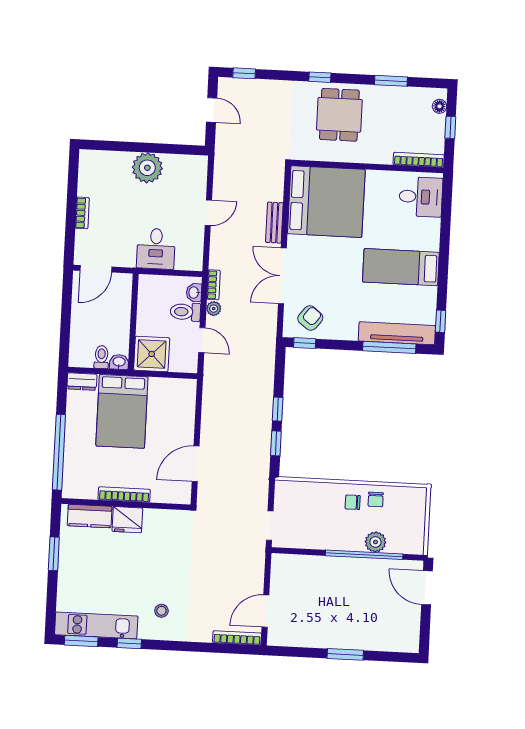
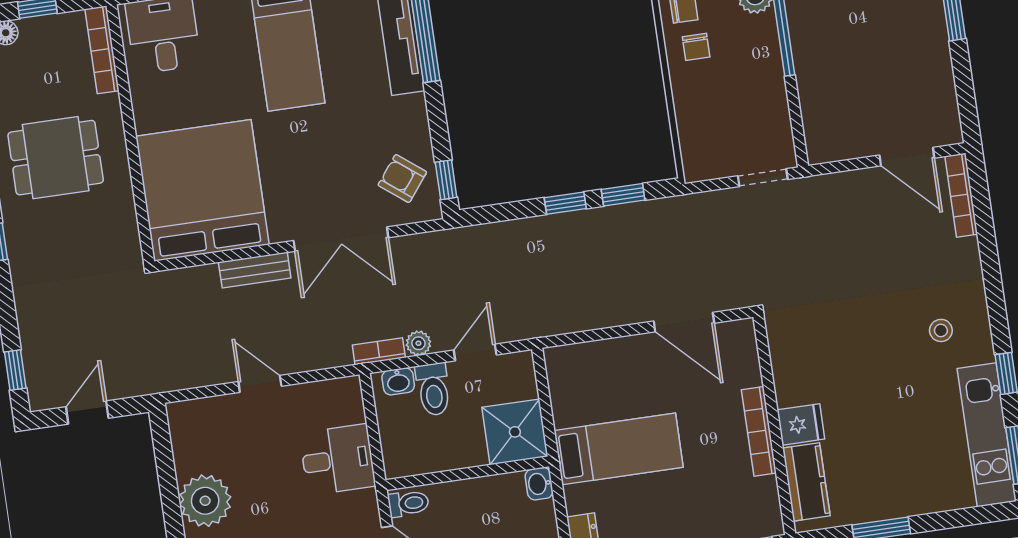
dining table: (339, 115) -> (56, 158), moved
toilet: (101, 357) -> (408, 503), moved, turned 180
bed: (122, 411) -> (619, 449), width x0.67
fridge: (127, 520) -> (801, 424), width x0.72

